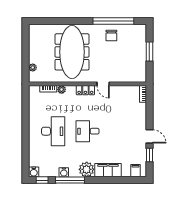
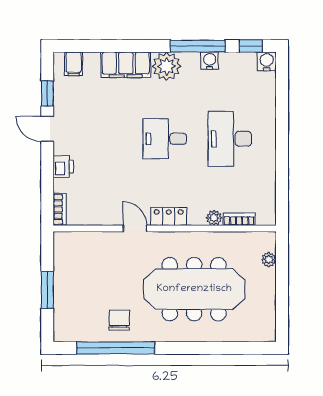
meeting table: (72, 52) -> (194, 289), turned 90
printer: (141, 116) -> (63, 167), added
desk: (88, 131) -> (165, 139), turned 180

